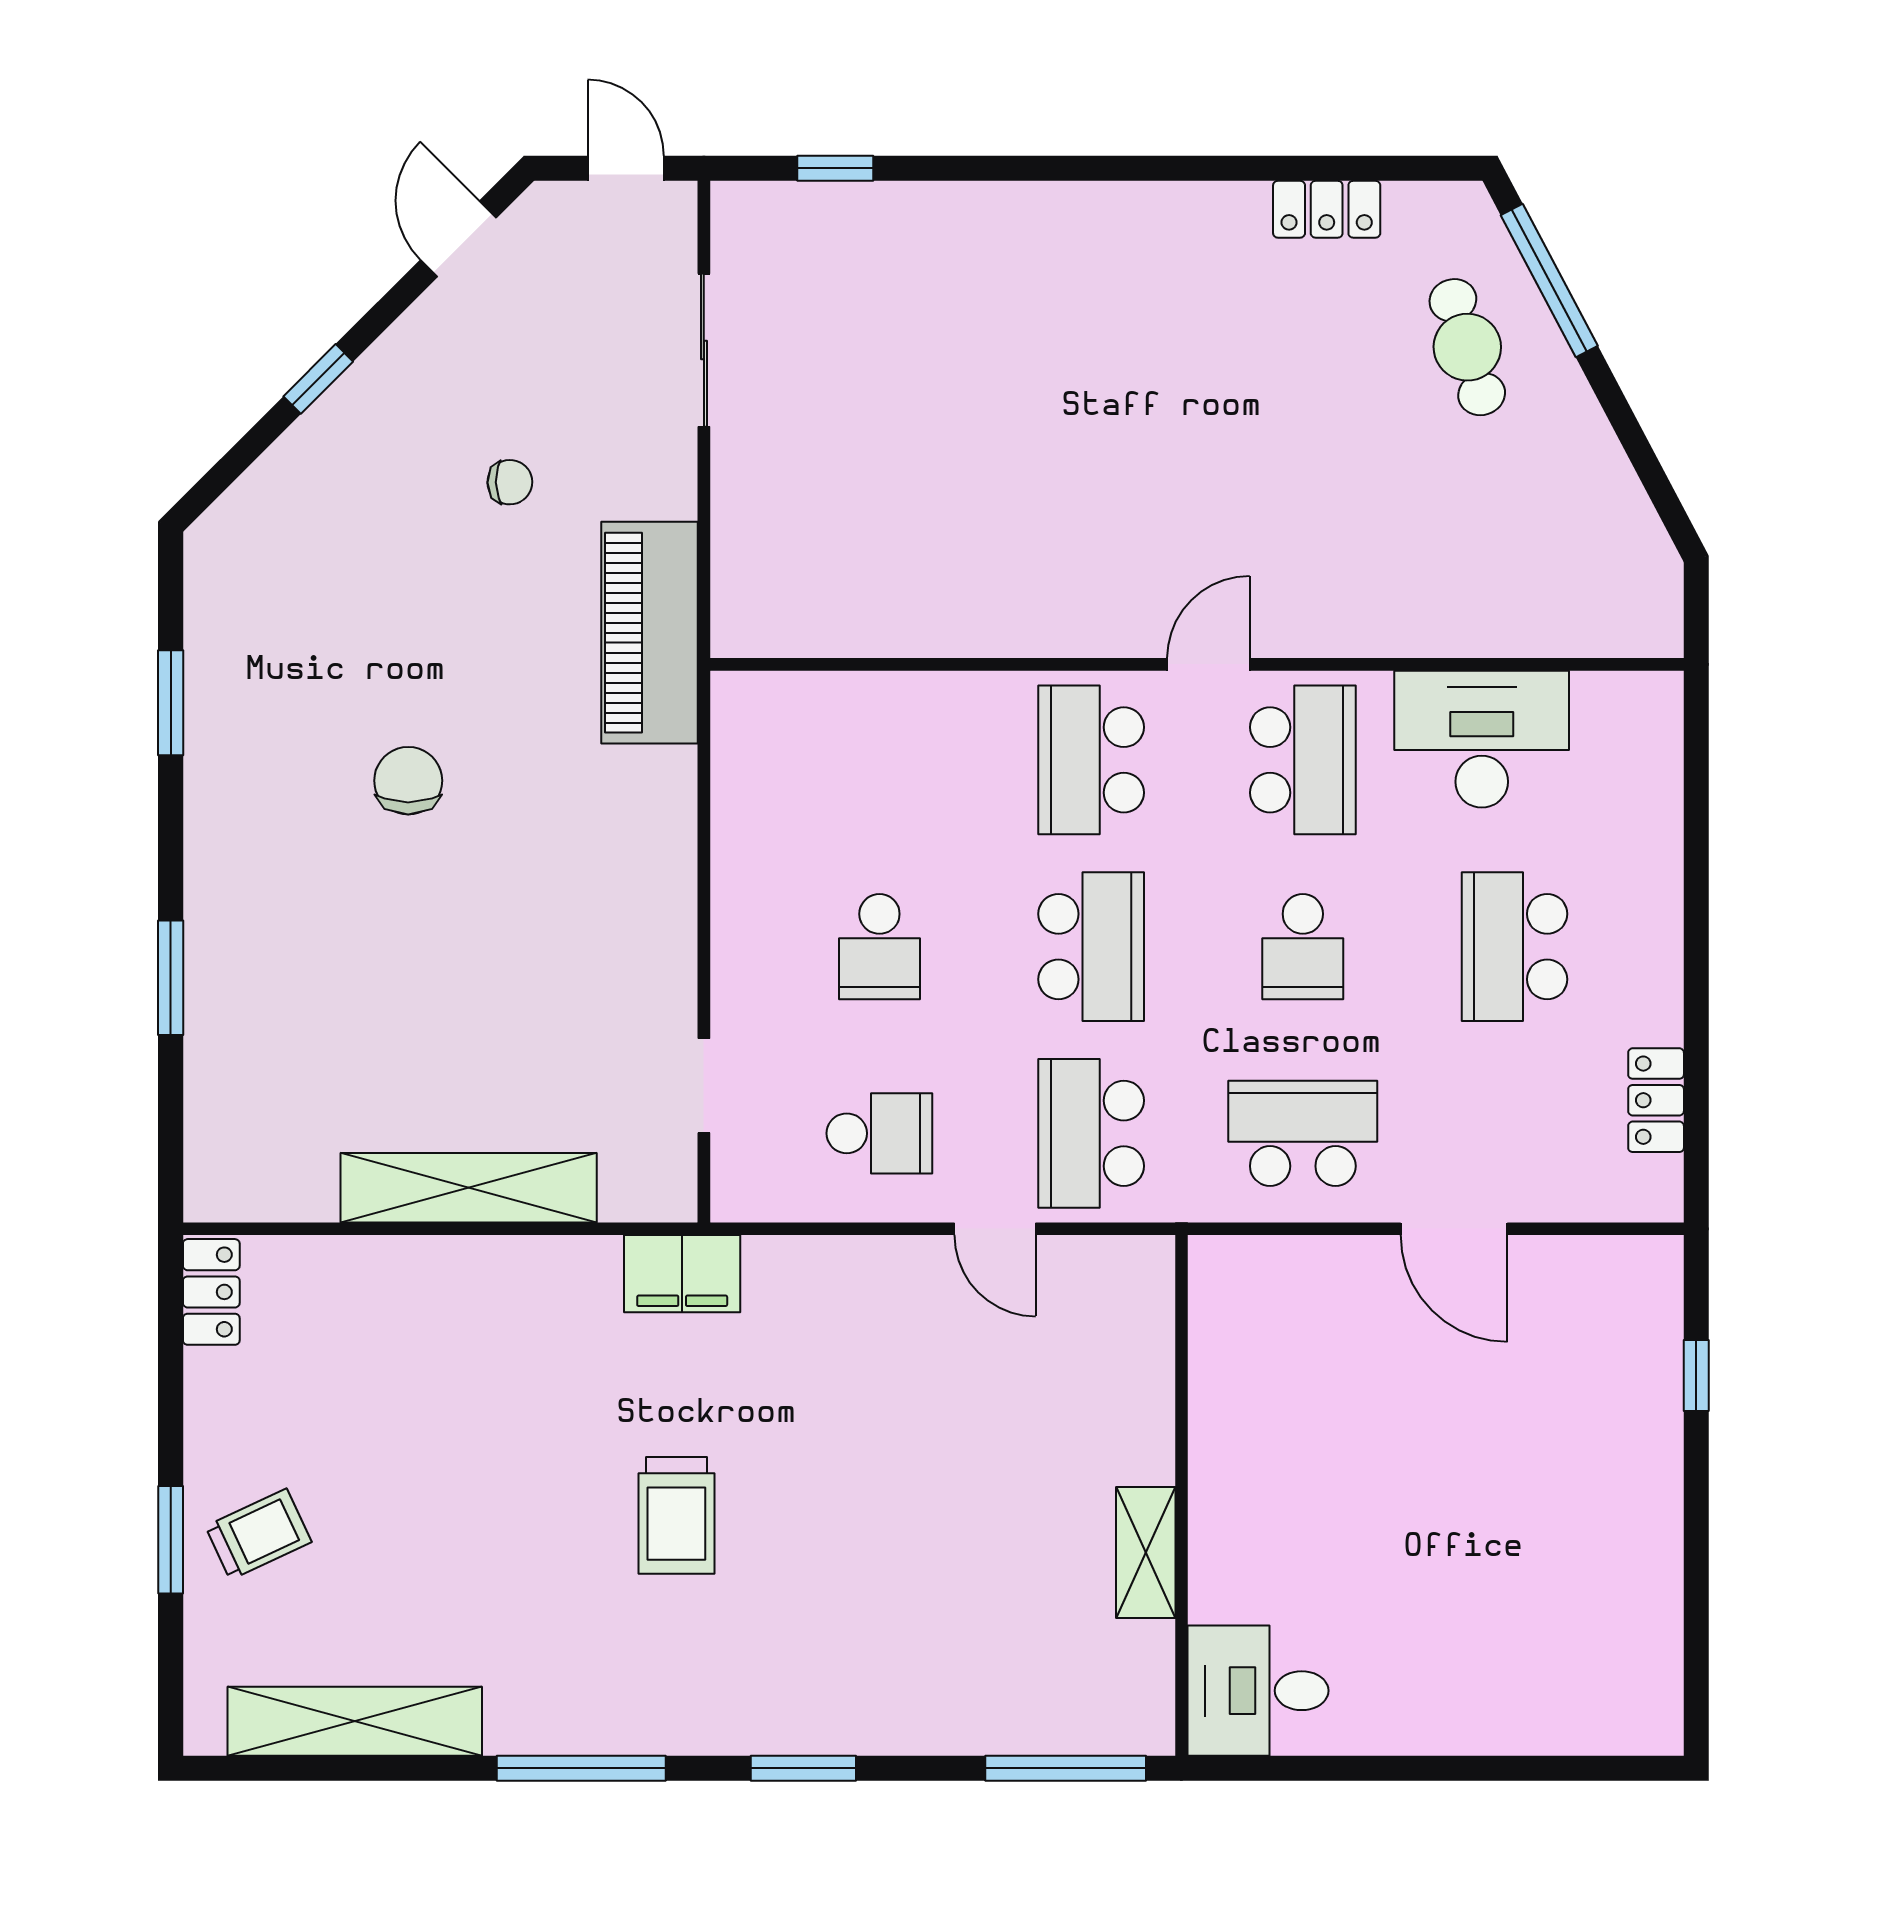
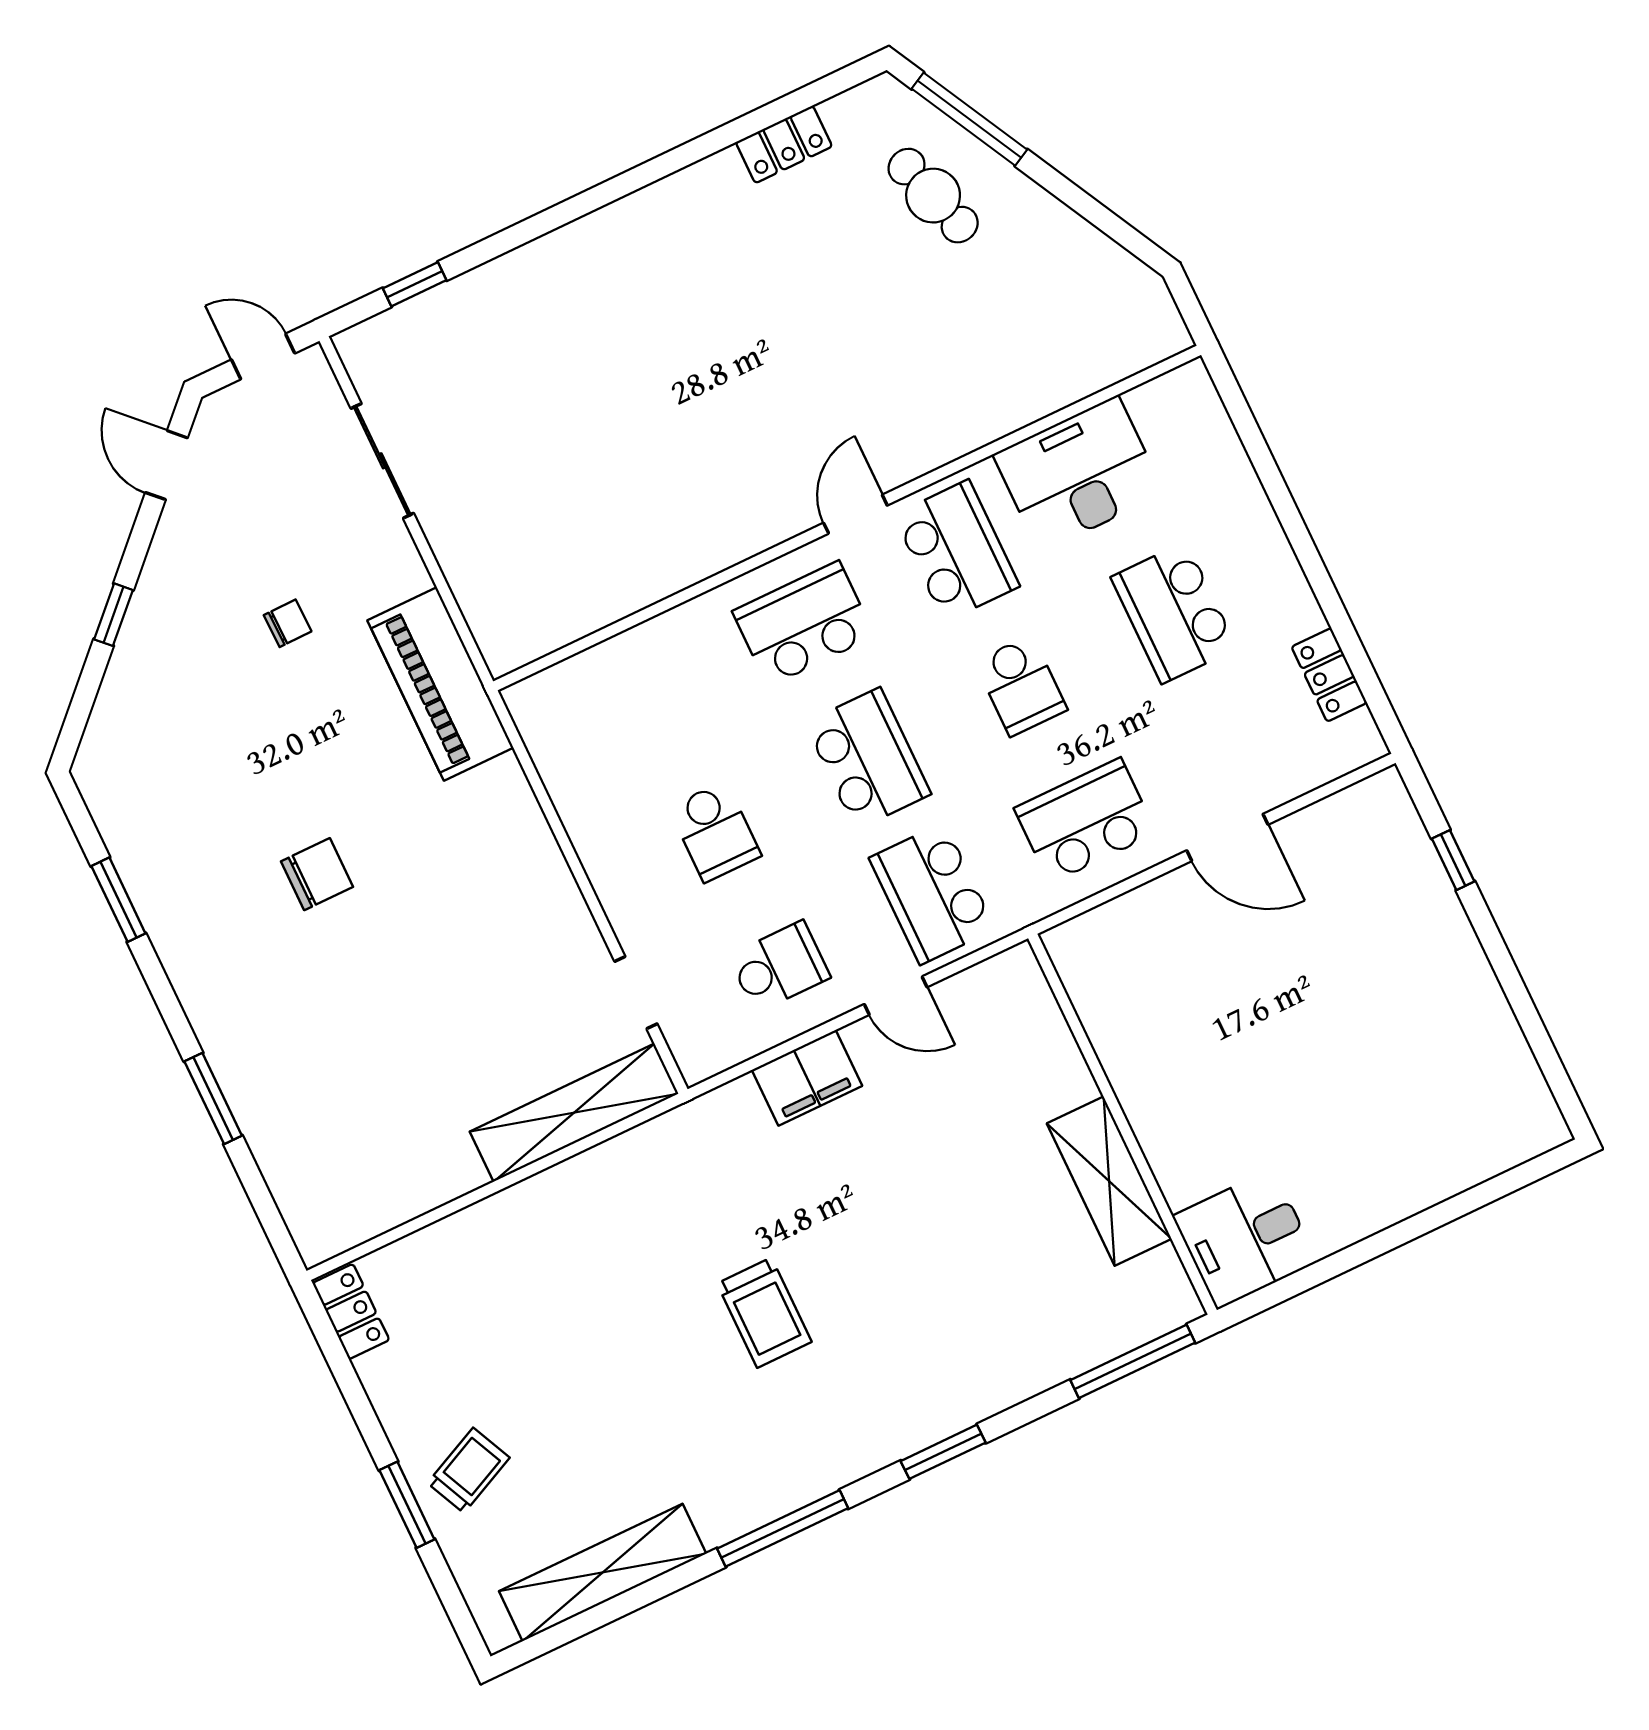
school desk: (1091, 760) -> (804, 624), turned 90
chair: (408, 781) -> (317, 874), turned 90
shelving: (469, 1188) -> (574, 1113), moved
filing cabinet: (682, 1274) -> (807, 1078), moved
shelving: (1146, 1552) -> (1109, 1181), width x1.50, depth x1.33

